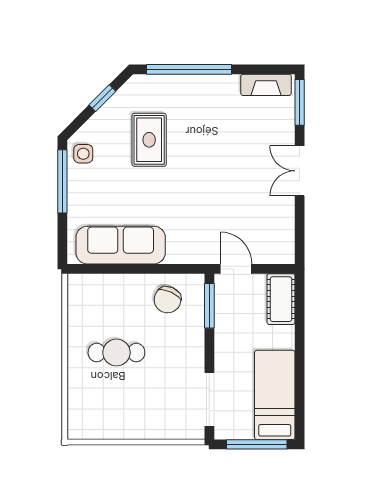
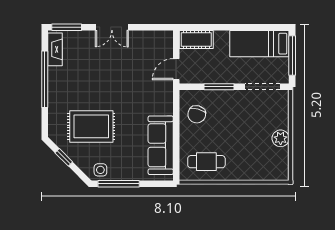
window: (189, 69) -> (45, 79), moved
rug: (149, 140) -> (91, 126), width x1.36, depth x1.43
chair: (167, 300) -> (197, 114), turned 82
window: (209, 306) -> (219, 87), moved
cafe table: (116, 353) -> (206, 162), moved, turned 90
plant: (131, 427) -> (281, 138), added

